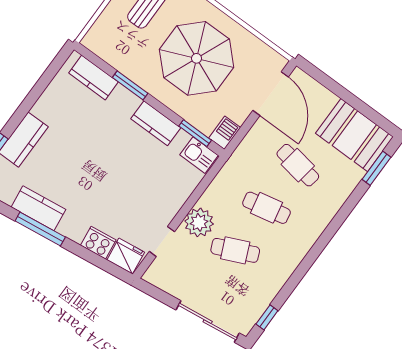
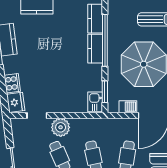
window: (130, 85) -> (105, 40), width x2.11
kitchen counter: (156, 123) -> (95, 49), moved
barbecue: (225, 133) -> (128, 107), moved

